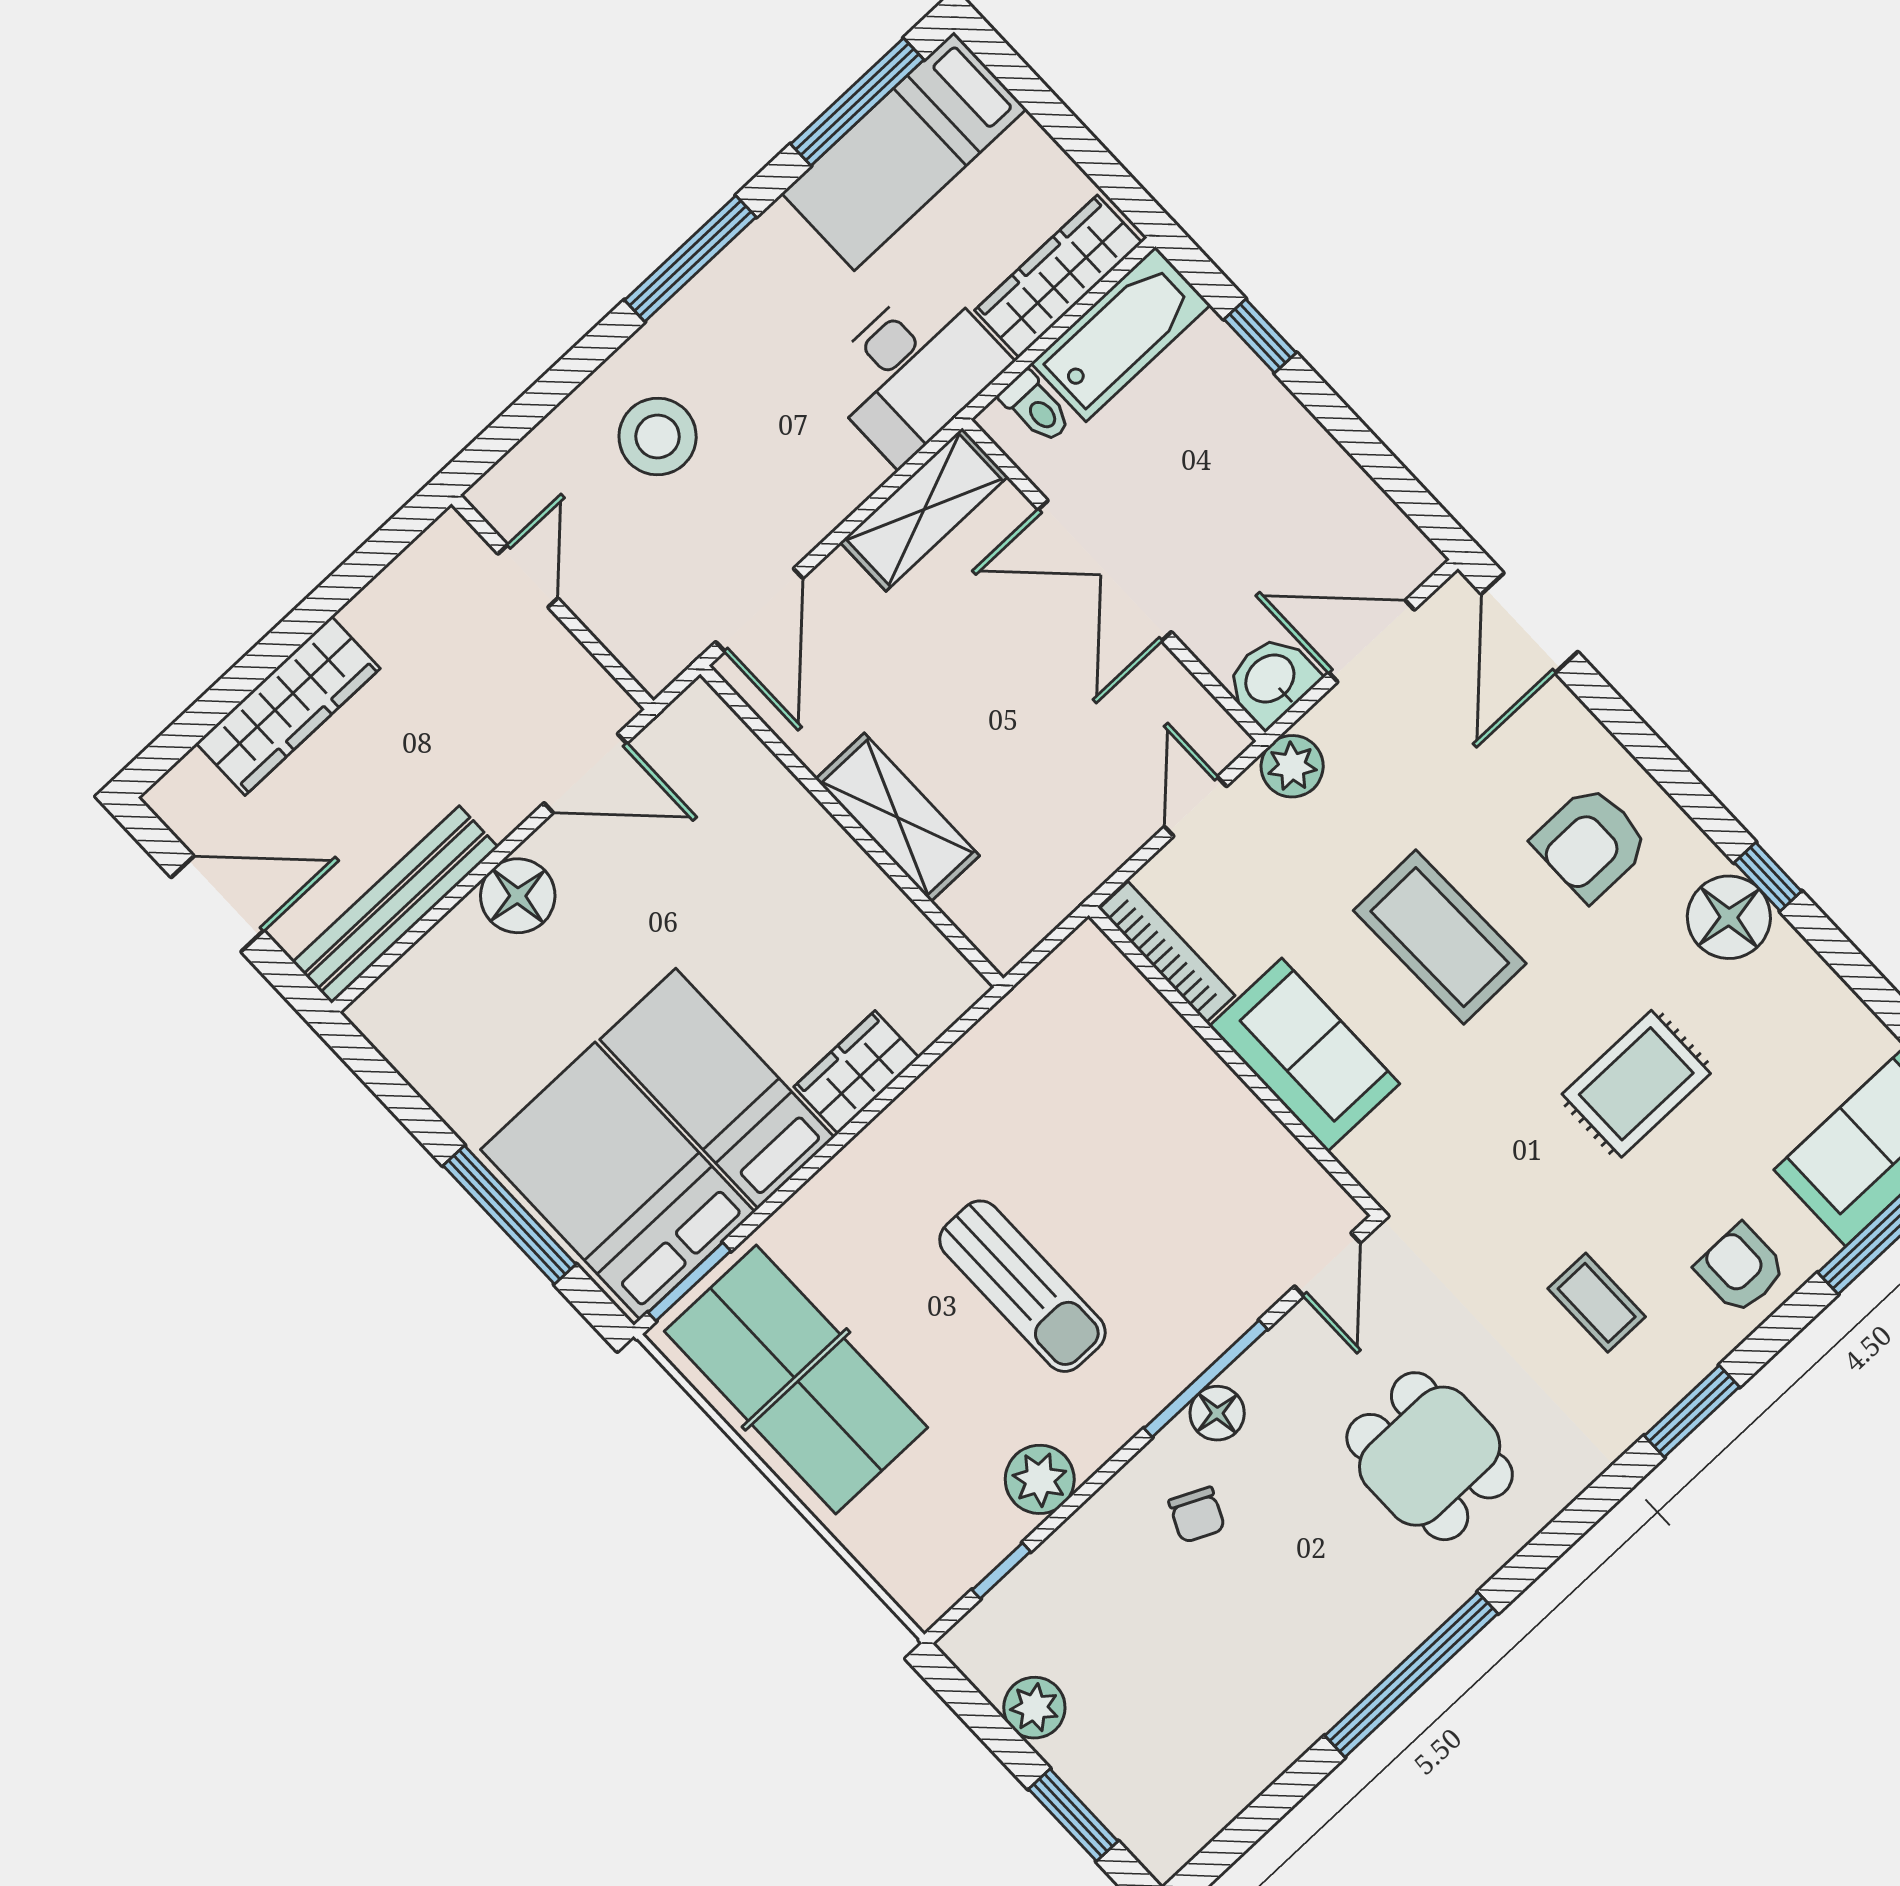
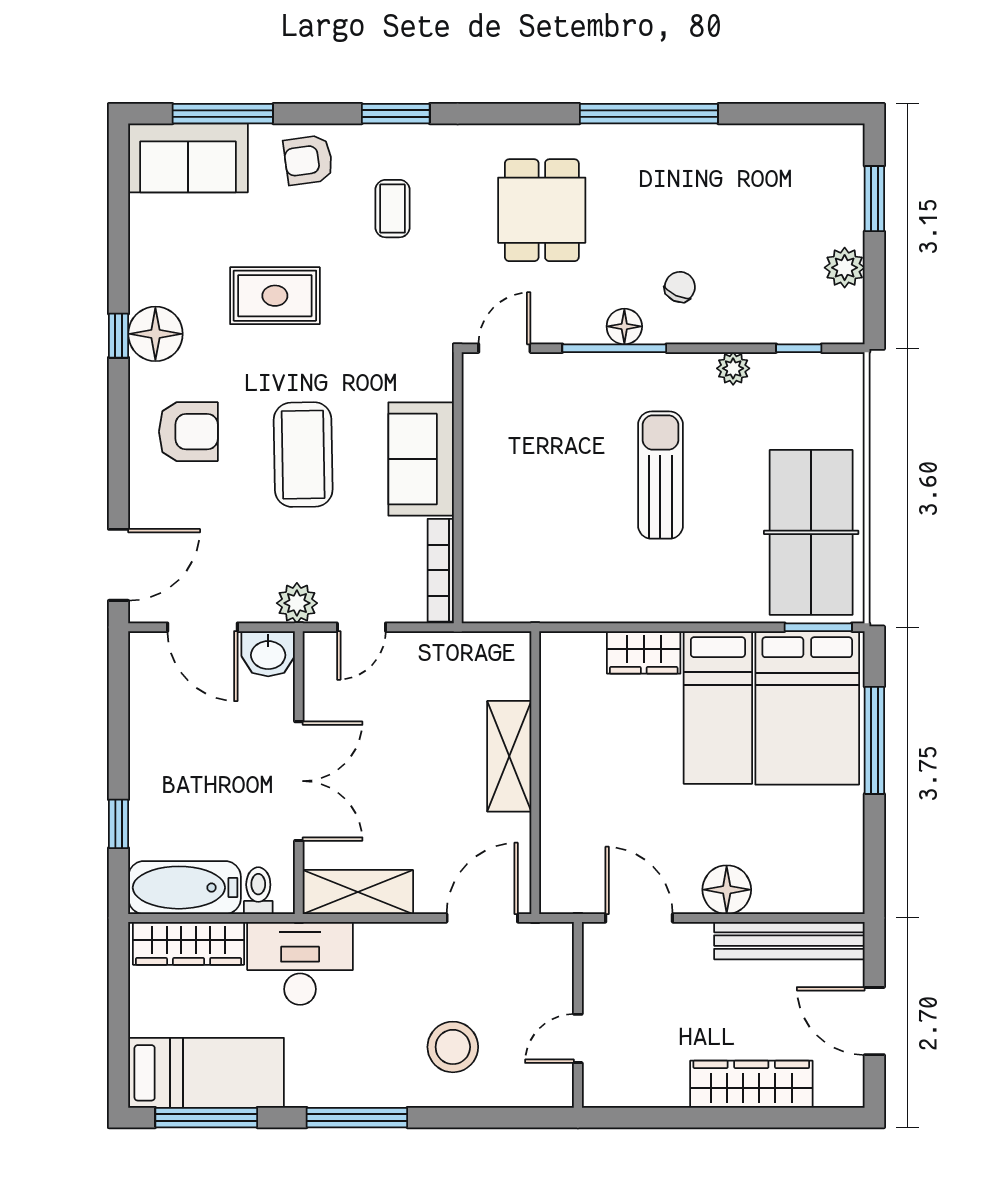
armchair: (1741, 1269) -> (308, 160), turned 82
plant: (1040, 1479) -> (733, 368), width x0.73, depth x0.73

